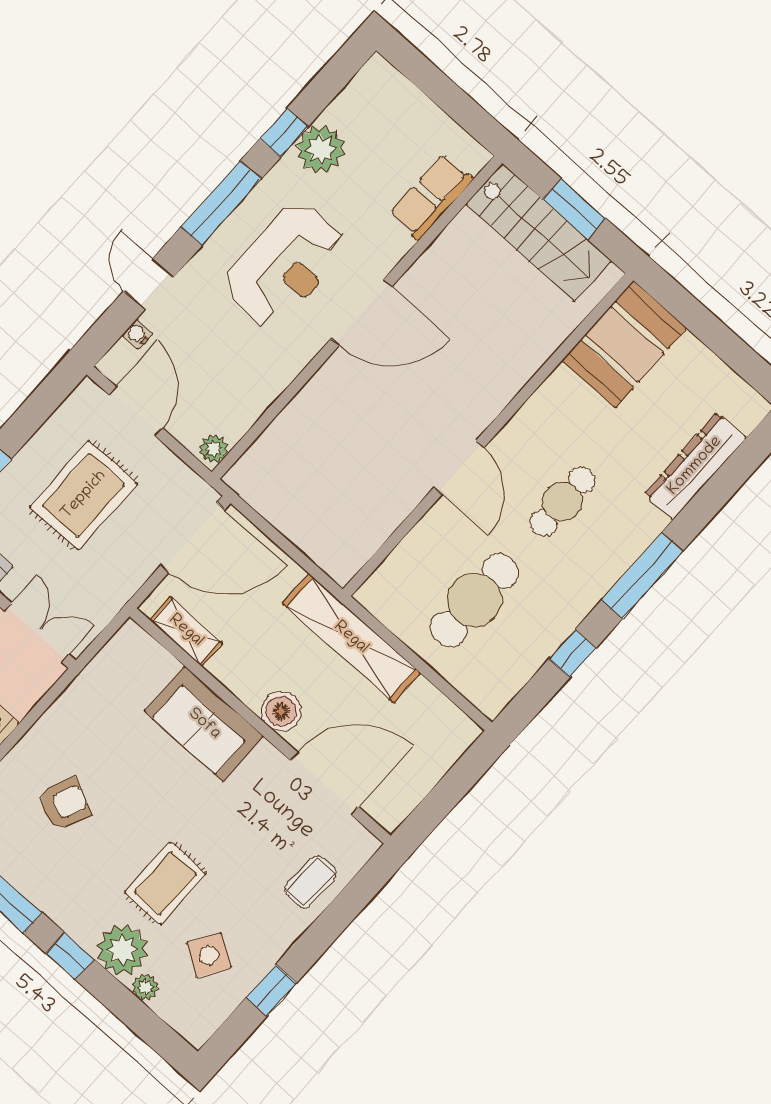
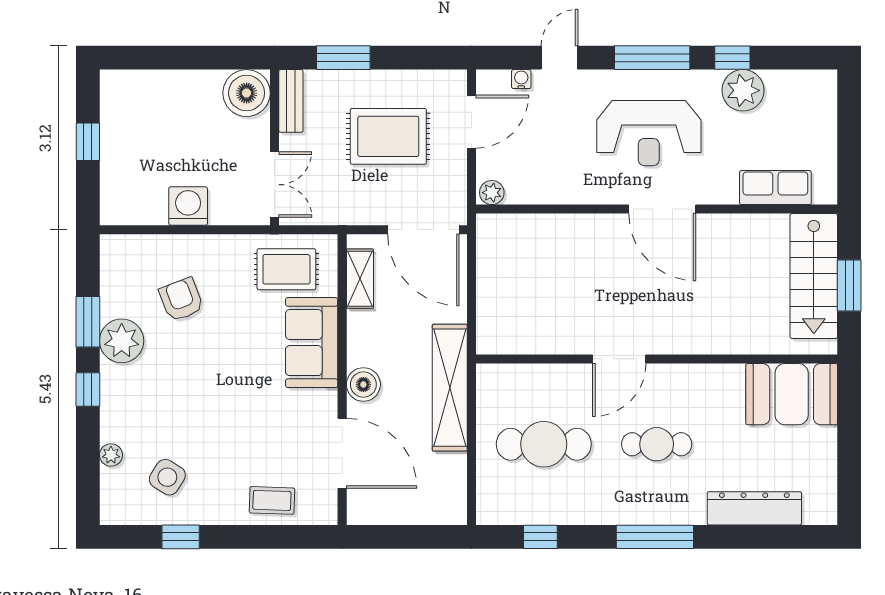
window: (573, 653) -> (540, 537), moved
armchair: (64, 804) -> (181, 299), turned -135
rug: (165, 883) -> (286, 269), moved
plant: (122, 950) -> (122, 341), moved

